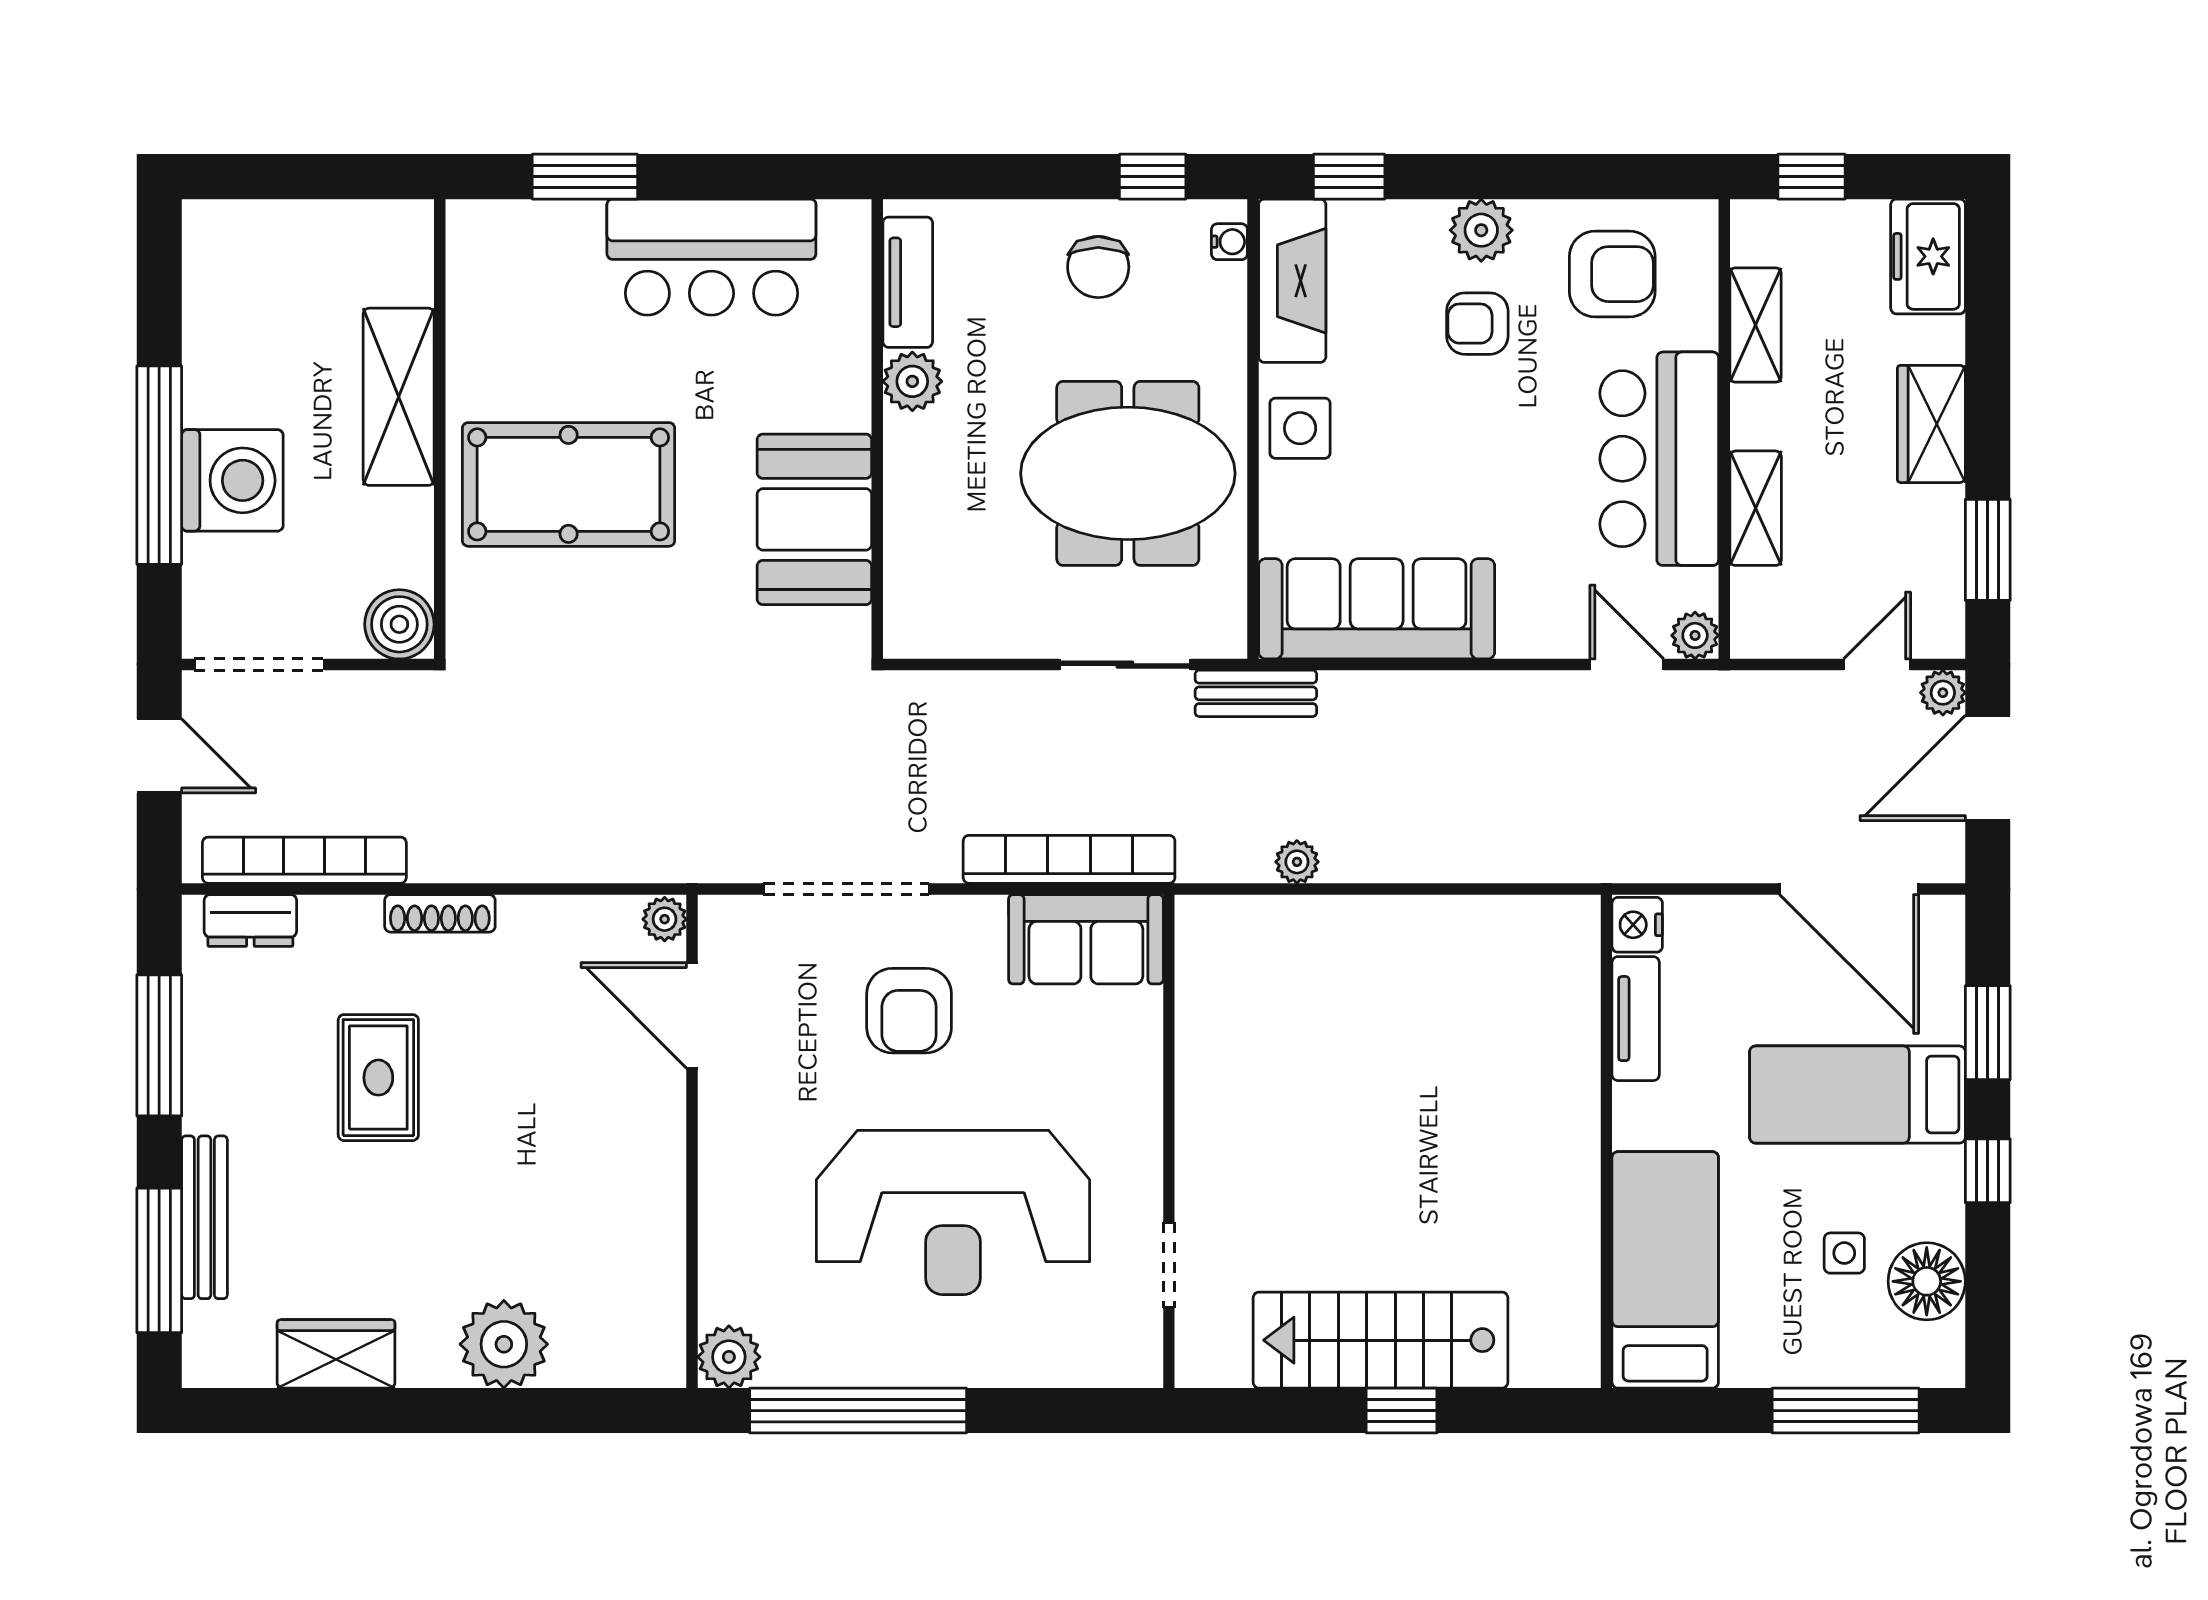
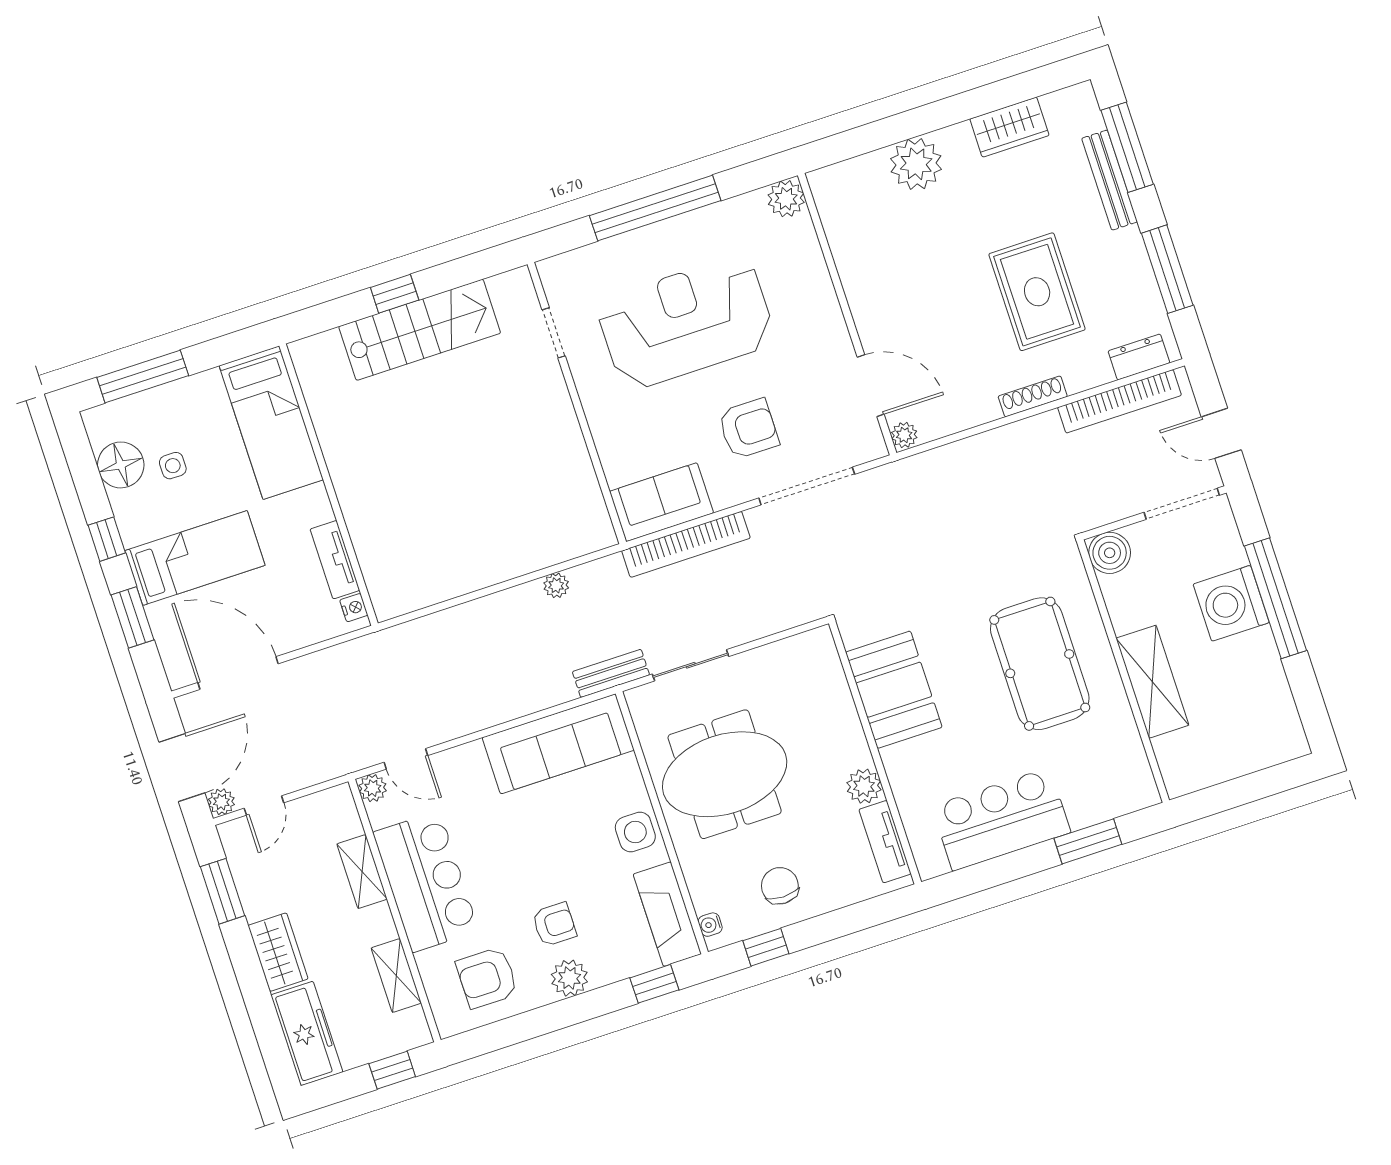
freezer: (1928, 256) -> (307, 1033), width x1.40
pool table: (569, 484) -> (1040, 664), turned 90
nightstand: (1637, 925) -> (354, 608), width x0.72, depth x0.74
armchair: (909, 1011) -> (748, 429), turned 90
rug: (378, 1078) -> (1037, 292), width x1.36, depth x1.43
window: (858, 1411) -> (655, 208), moved

